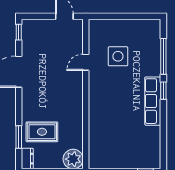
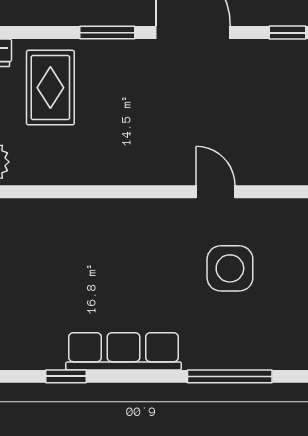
window: (163, 91) -> (66, 376), moved
window: (19, 137) -> (107, 33), moved

